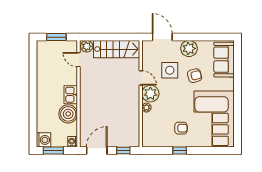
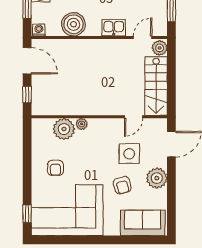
door: (141, 78) -> (134, 117), moved
plant: (150, 94) -> (64, 129), moved
kitchen sink: (71, 95) -> (114, 28), moved
window: (180, 150) -> (27, 214), moved

